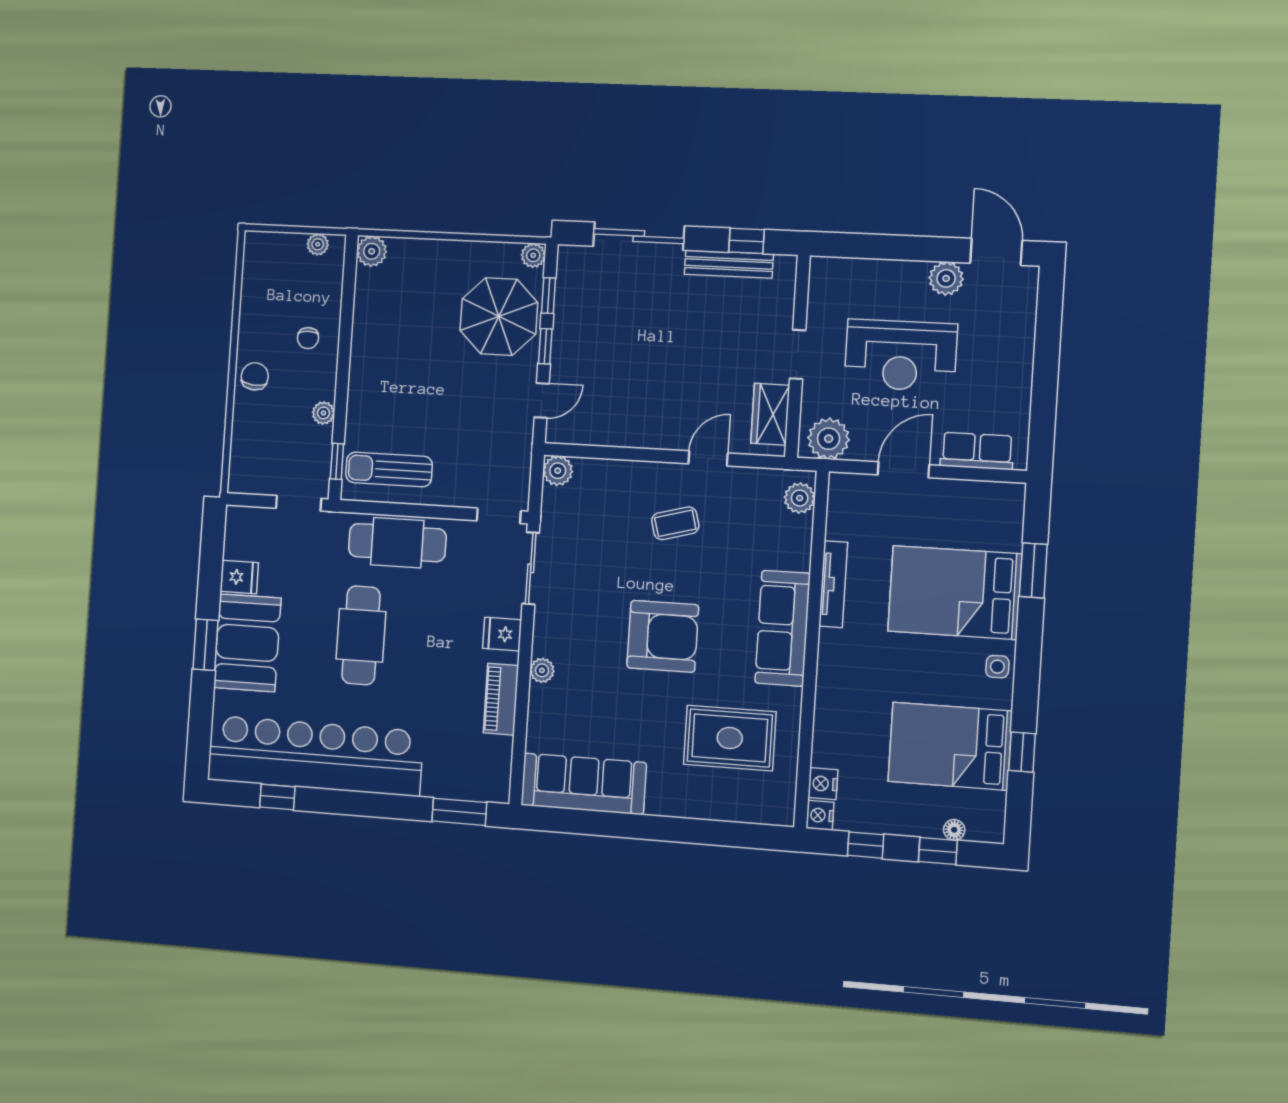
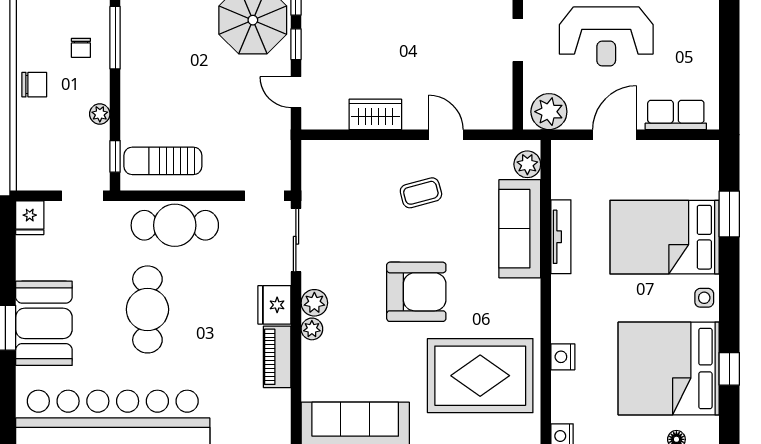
window: (346, 329) -> (115, 38), added
chair: (255, 376) -> (34, 85), turned 85
door: (542, 400) -> (296, 92), swing flipped
wardrobe: (770, 414) -> (375, 114), moved, turned 90
door: (708, 458) -> (446, 135), hinge flipped
plant: (558, 471) -> (314, 303), moved
fridge: (239, 577) -> (30, 218), moved, turned 90
sofa: (783, 628) -> (520, 229), moved
fridge: (502, 634) -> (274, 305), width x1.38
rug: (730, 738) -> (480, 376), width x1.37, depth x1.44
bed: (950, 746) -> (669, 368), width x1.36
nightstand: (823, 784) -> (563, 357), moved

